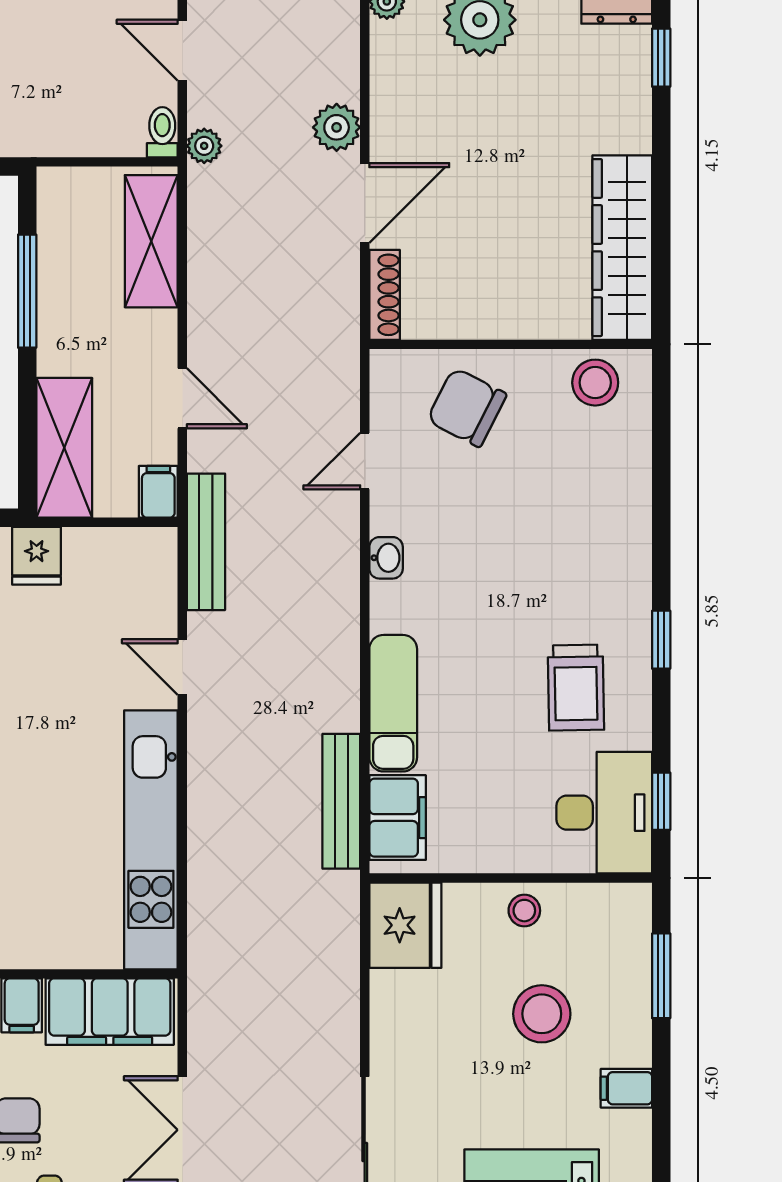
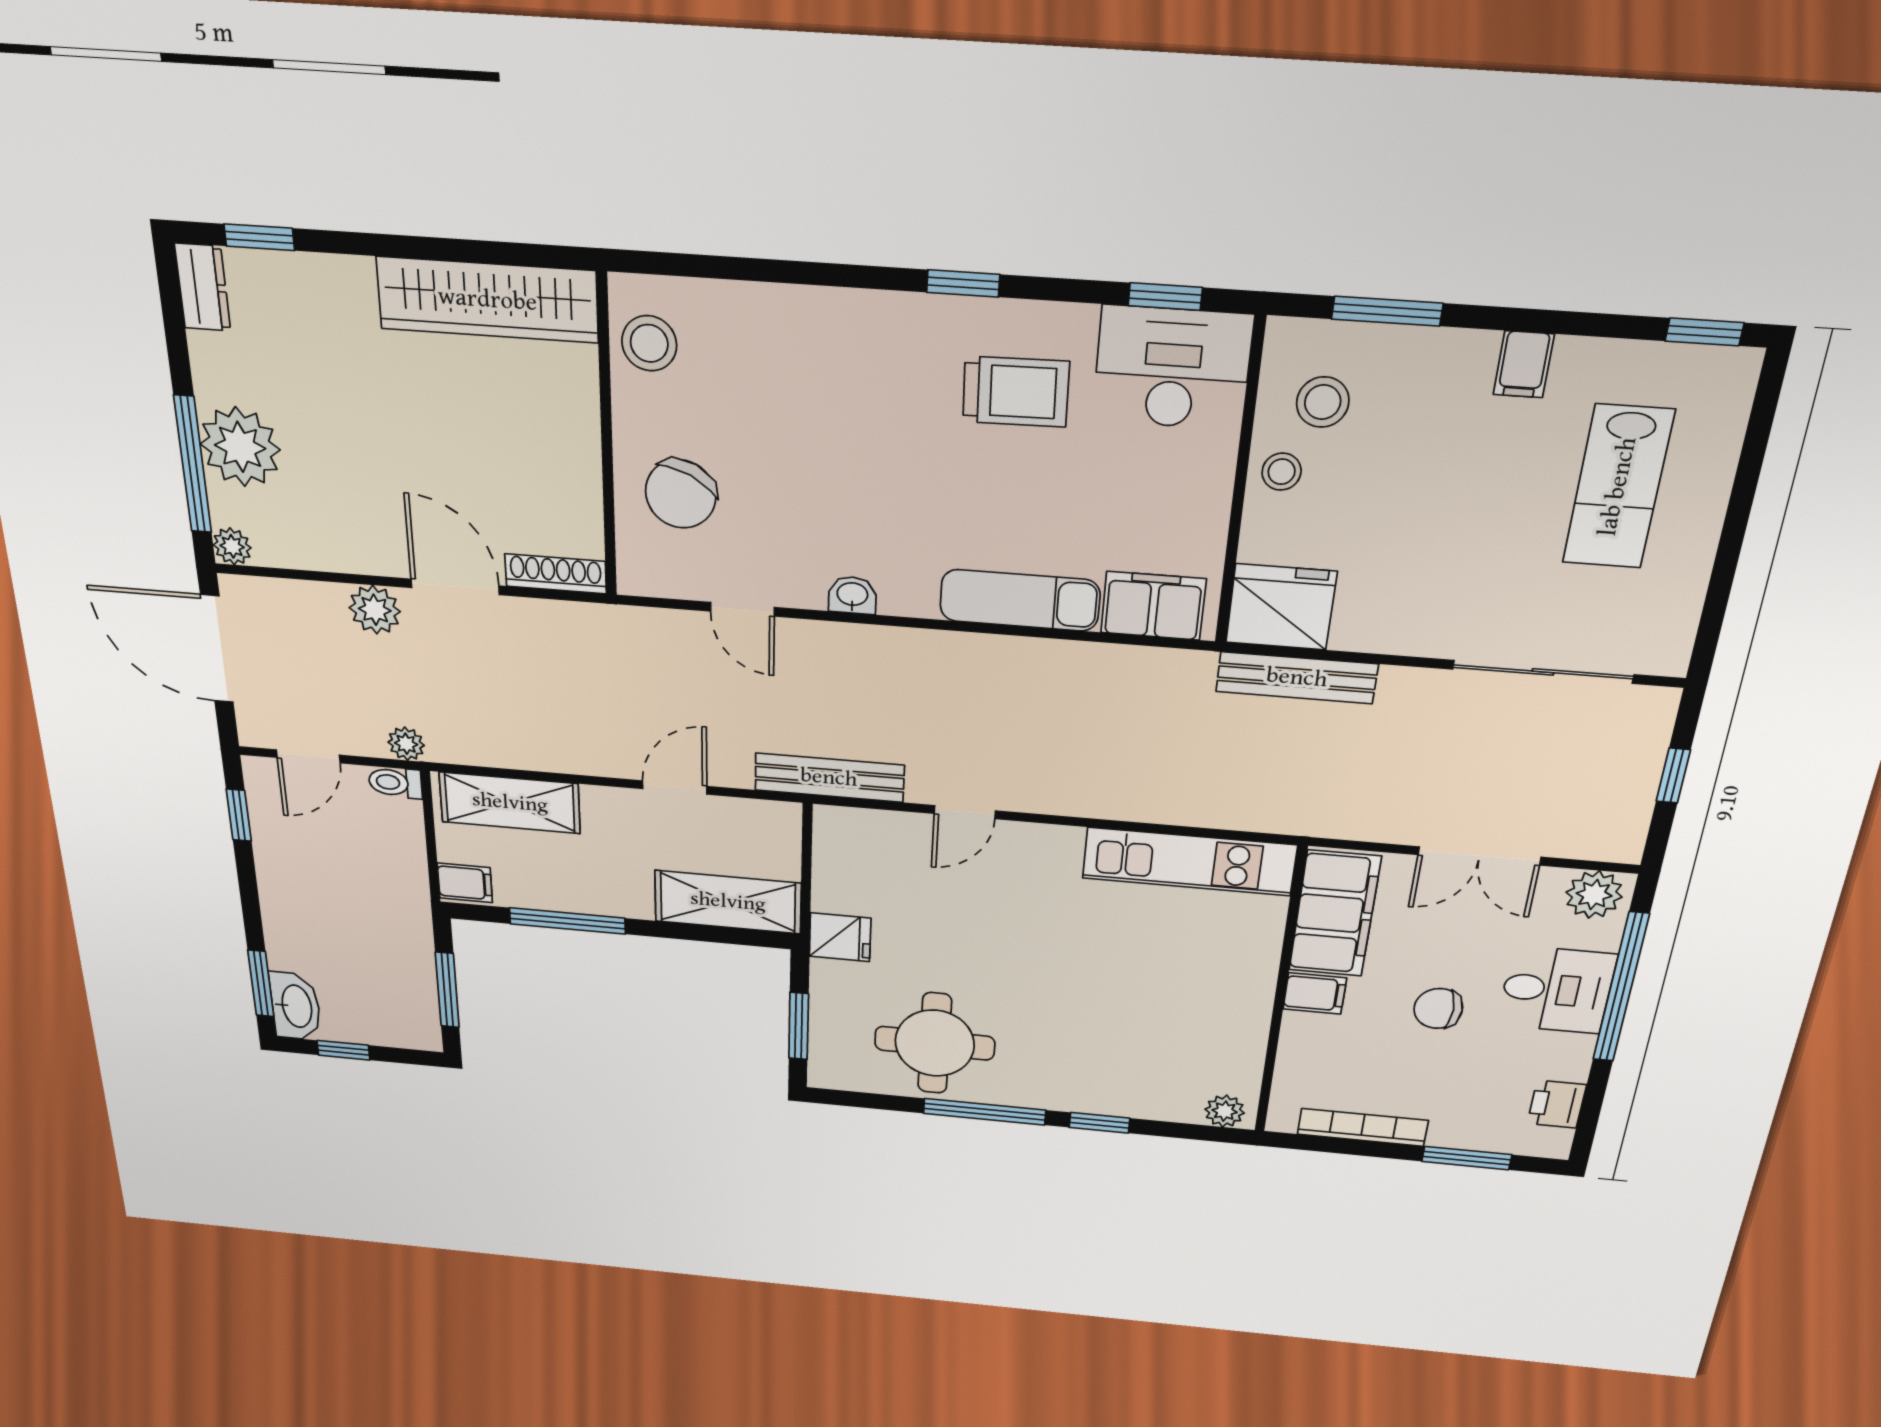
filing cabinet: (158, 492) -> (465, 883), moved, turned 180
bench: (341, 801) -> (1297, 678), moved
kitchen unit: (151, 840) -> (1189, 862), width x0.73
stool: (542, 1014) -> (1323, 402), moved, width x0.73, depth x0.73

